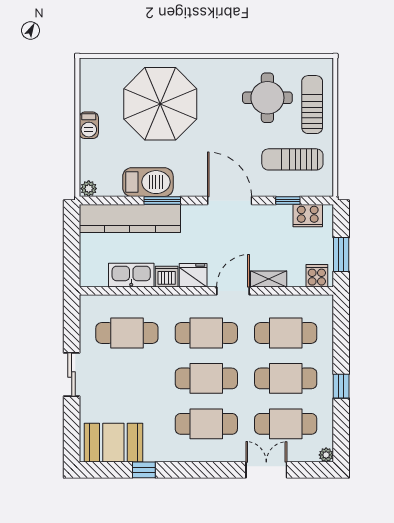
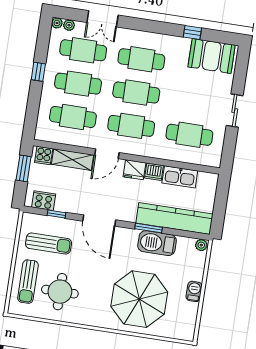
shelving: (269, 279) -> (73, 160), width x1.50, depth x1.33
plant: (310, 455) -> (69, 25), added

